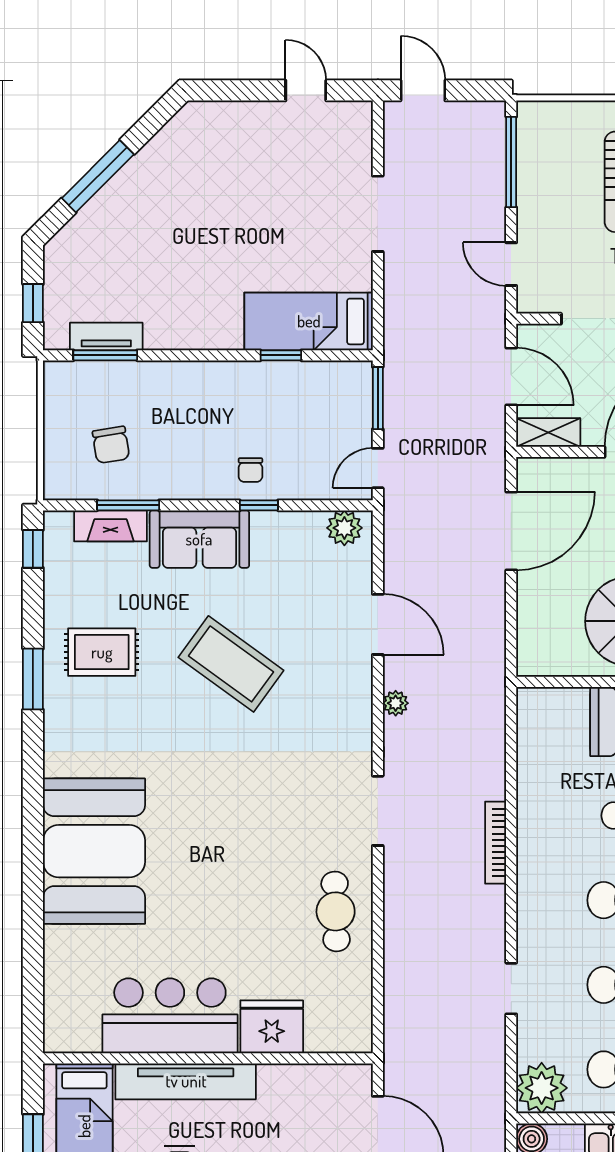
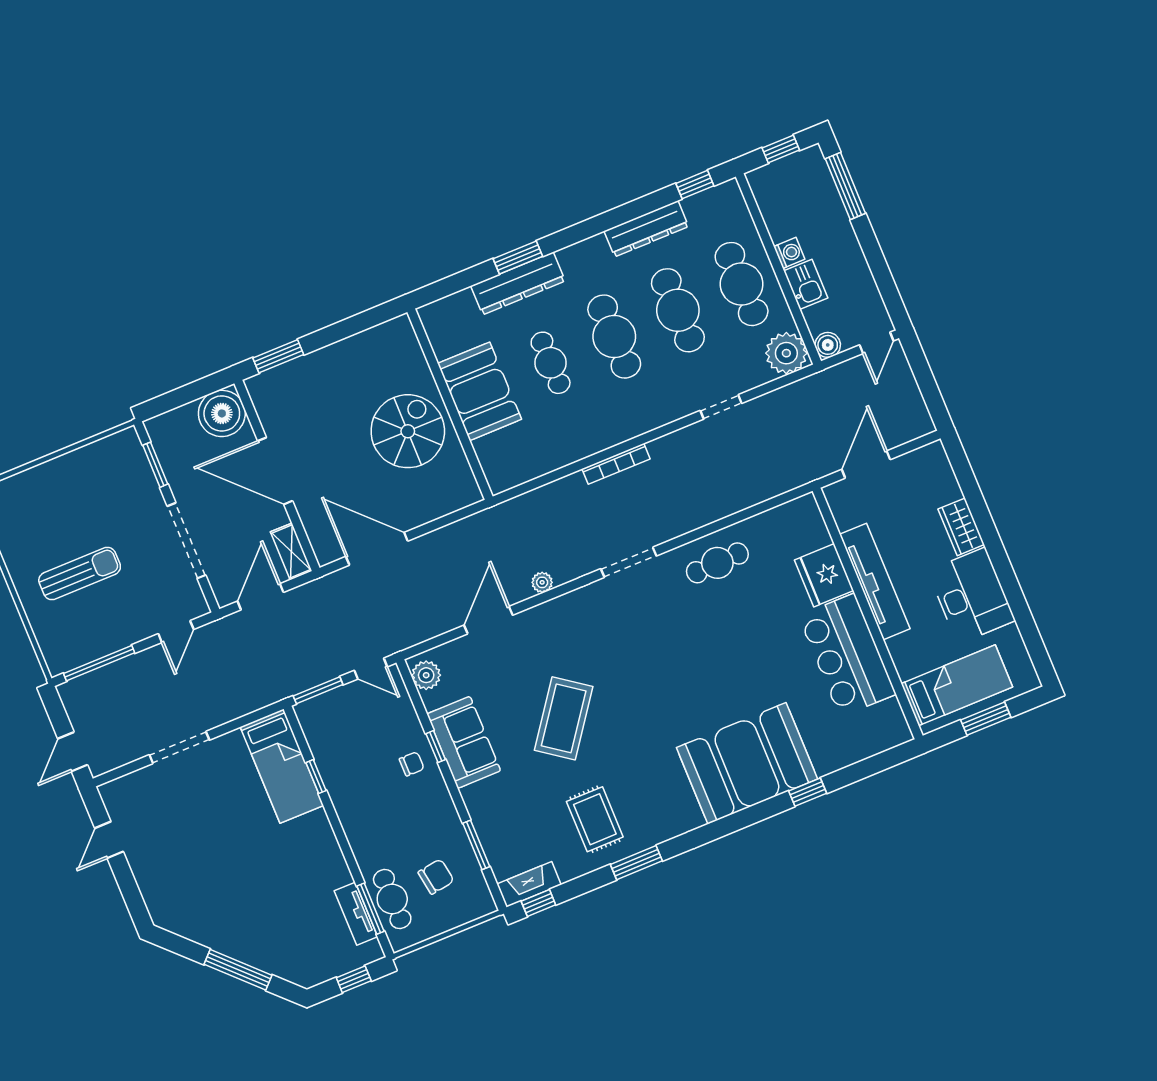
cafe table: (106, 385) -> (392, 899), added
fireplace: (111, 526) -> (529, 884), moved, turned -90
sofa: (199, 539) -> (464, 742), moved
window: (33, 907) -> (808, 792), added
tv unit: (186, 1081) -> (875, 582), moved

